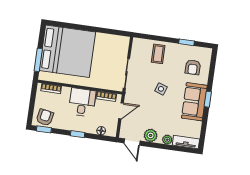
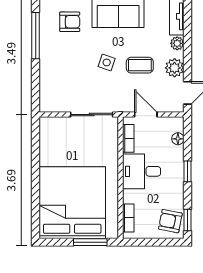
window: (187, 42) -> (36, 36), width x2.17
coffee table: (158, 54) -> (140, 65), moved

